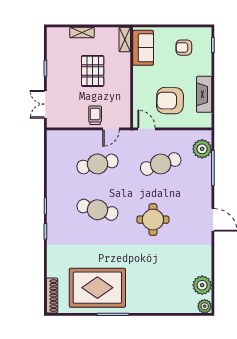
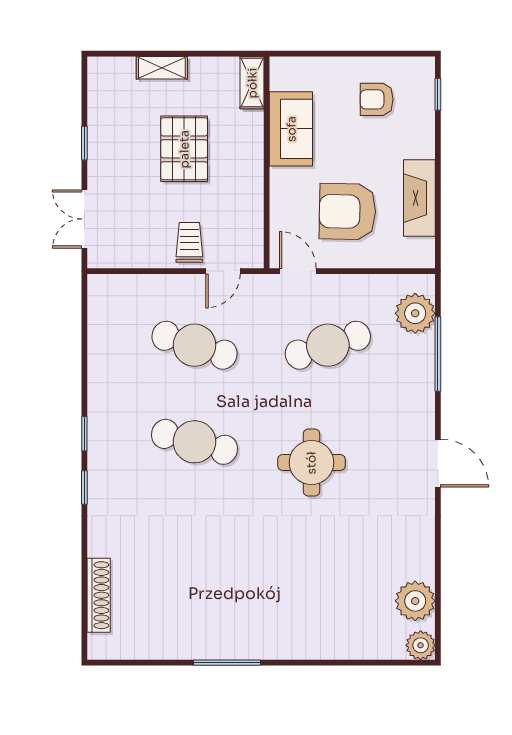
sofa: (143, 48) -> (291, 129), moved
cafe table: (97, 164) -> (195, 345), turned 30
rug: (97, 288) -> (194, 606), removed
shoe rack: (52, 296) -> (99, 595), moved

